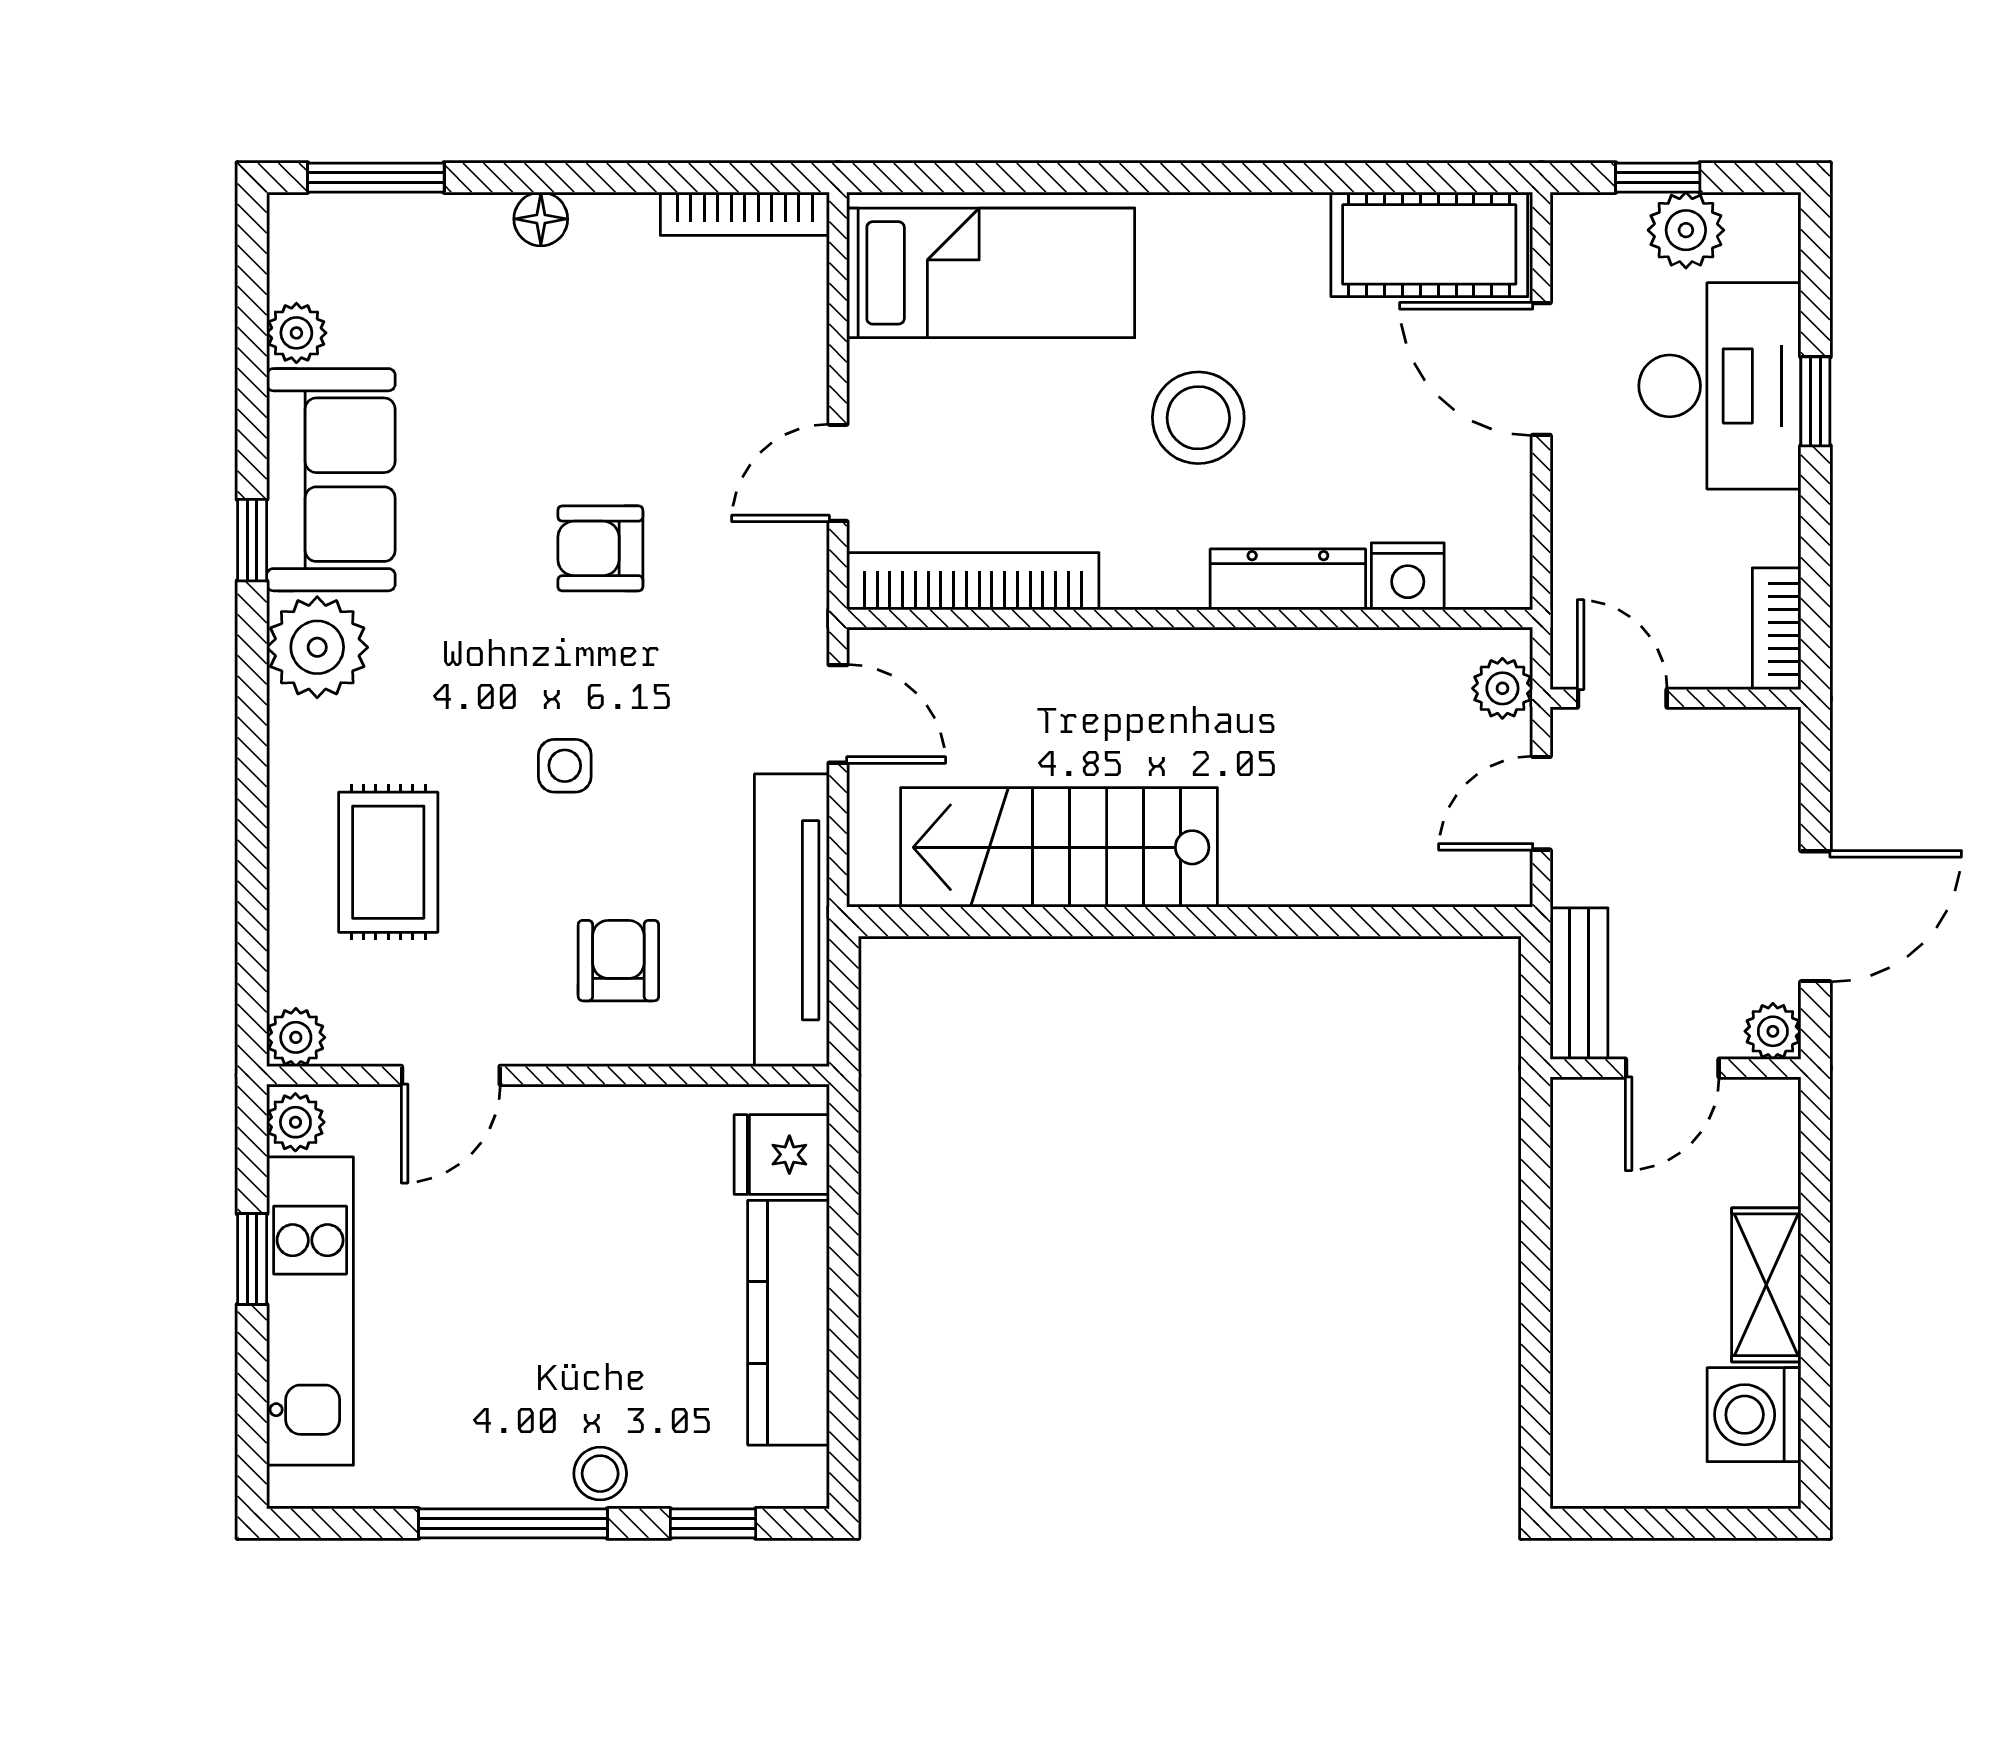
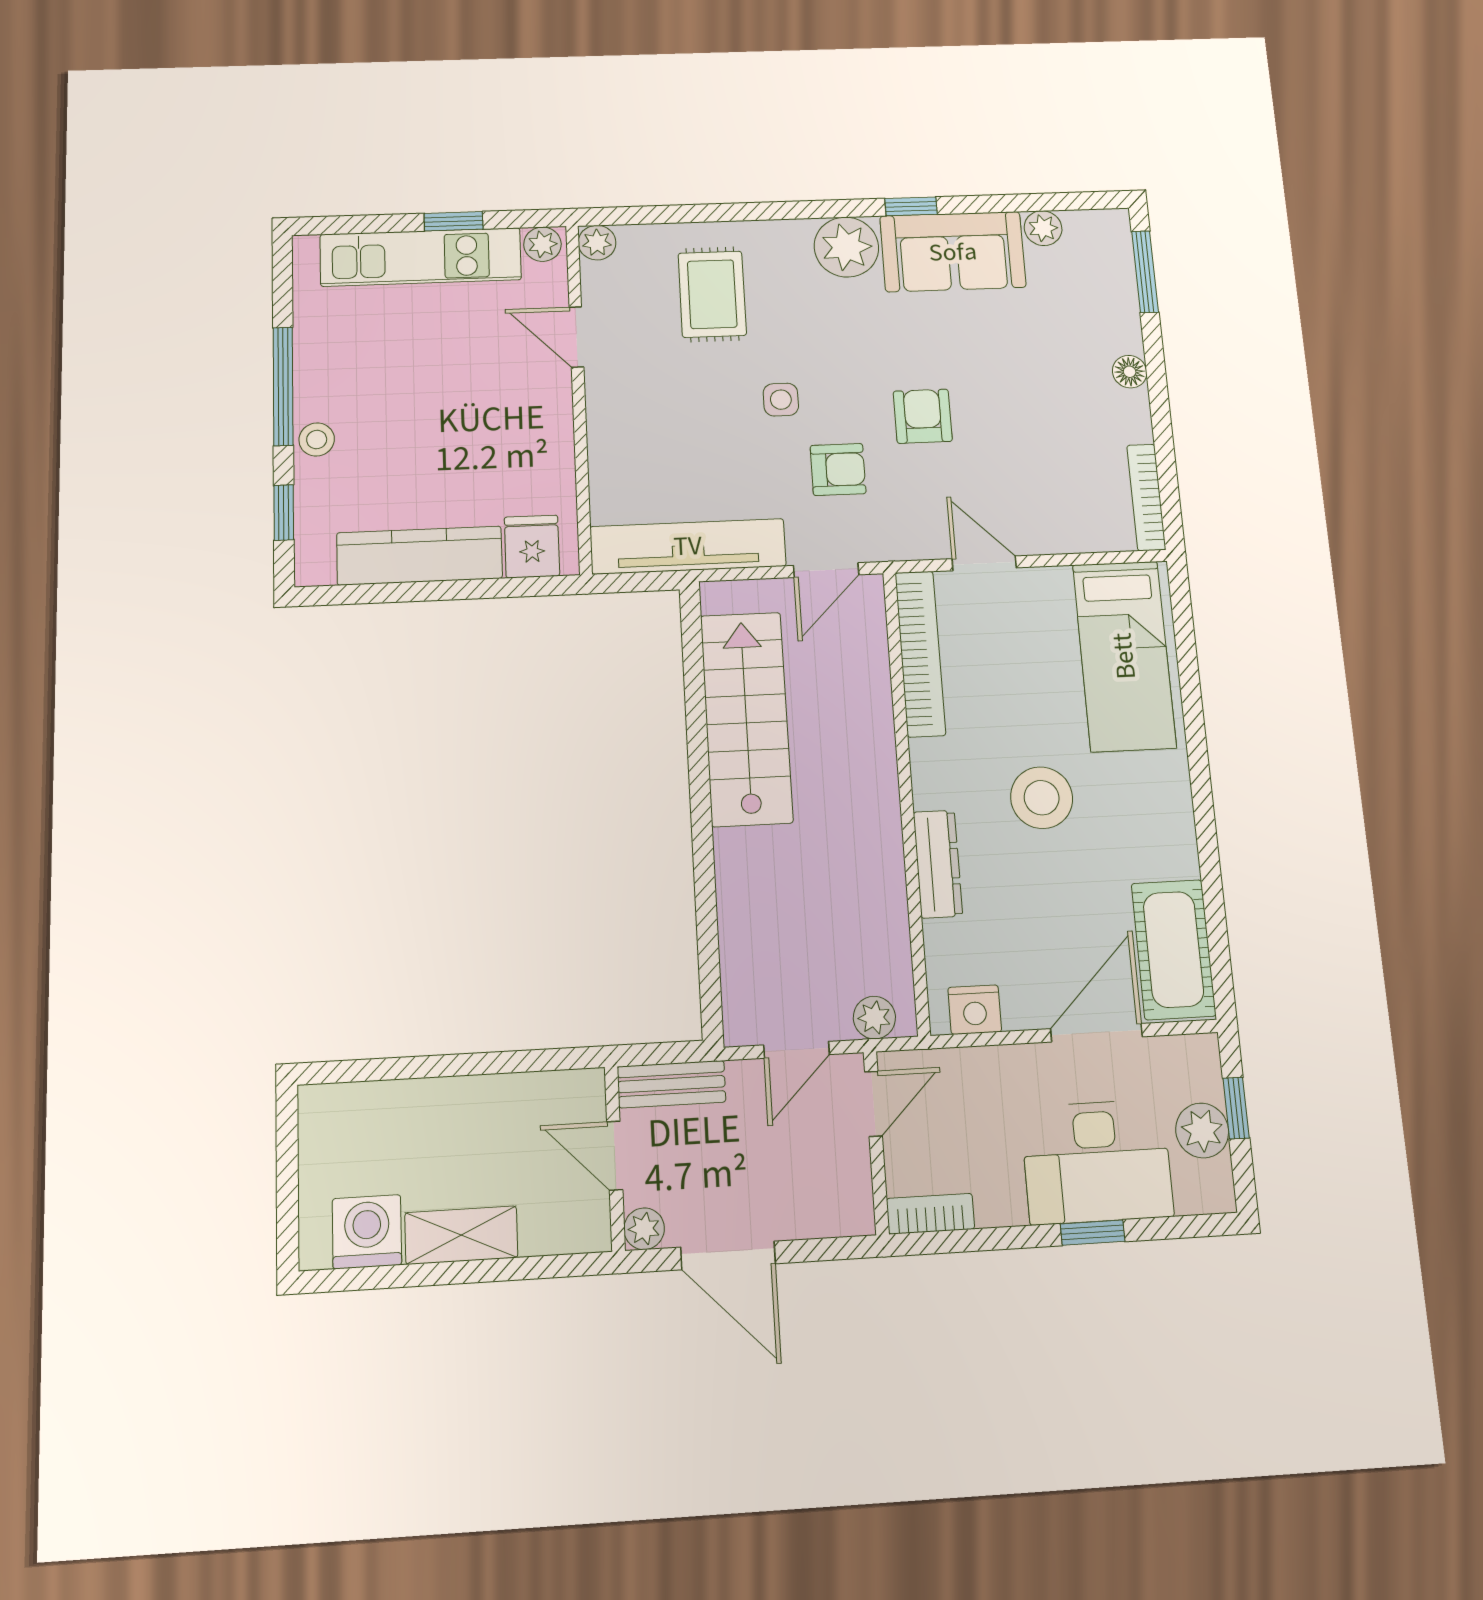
nightstand: (1408, 576) -> (975, 1010), moved, turned -90
door: (1541, 803) -> (796, 1050), swing flipped
rug: (388, 862) -> (712, 294), turned 90
armchair: (618, 961) -> (838, 470), moved

